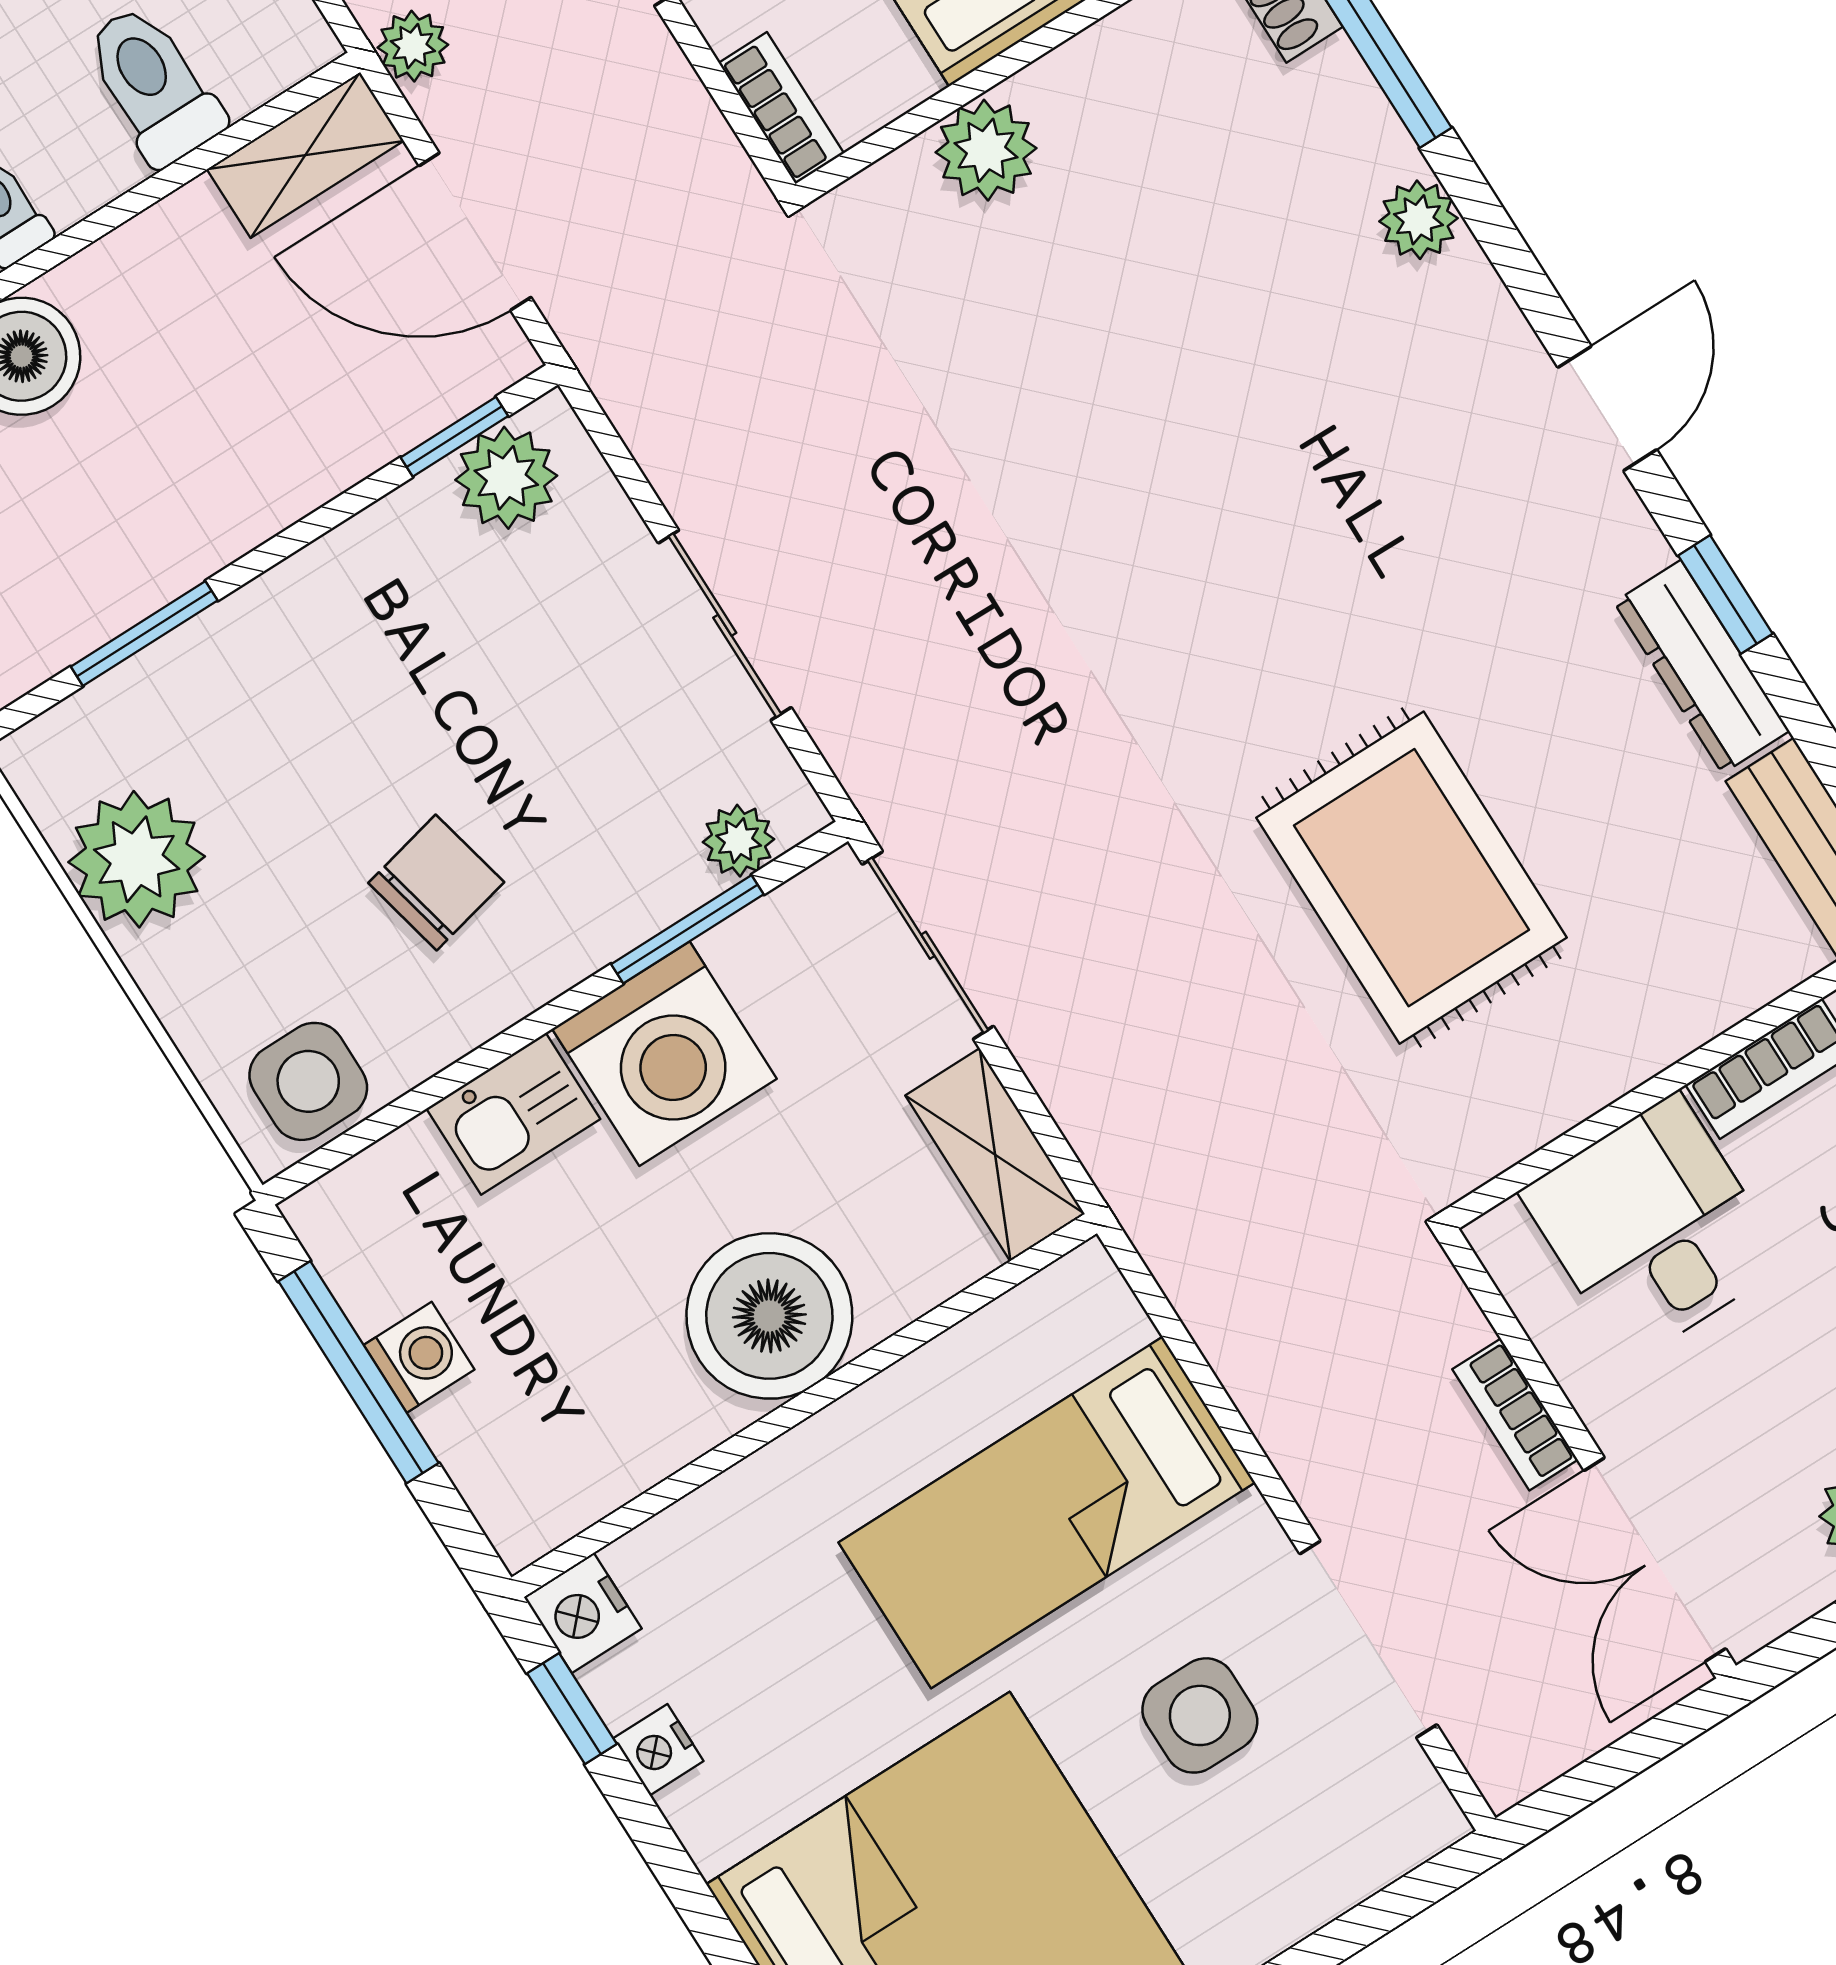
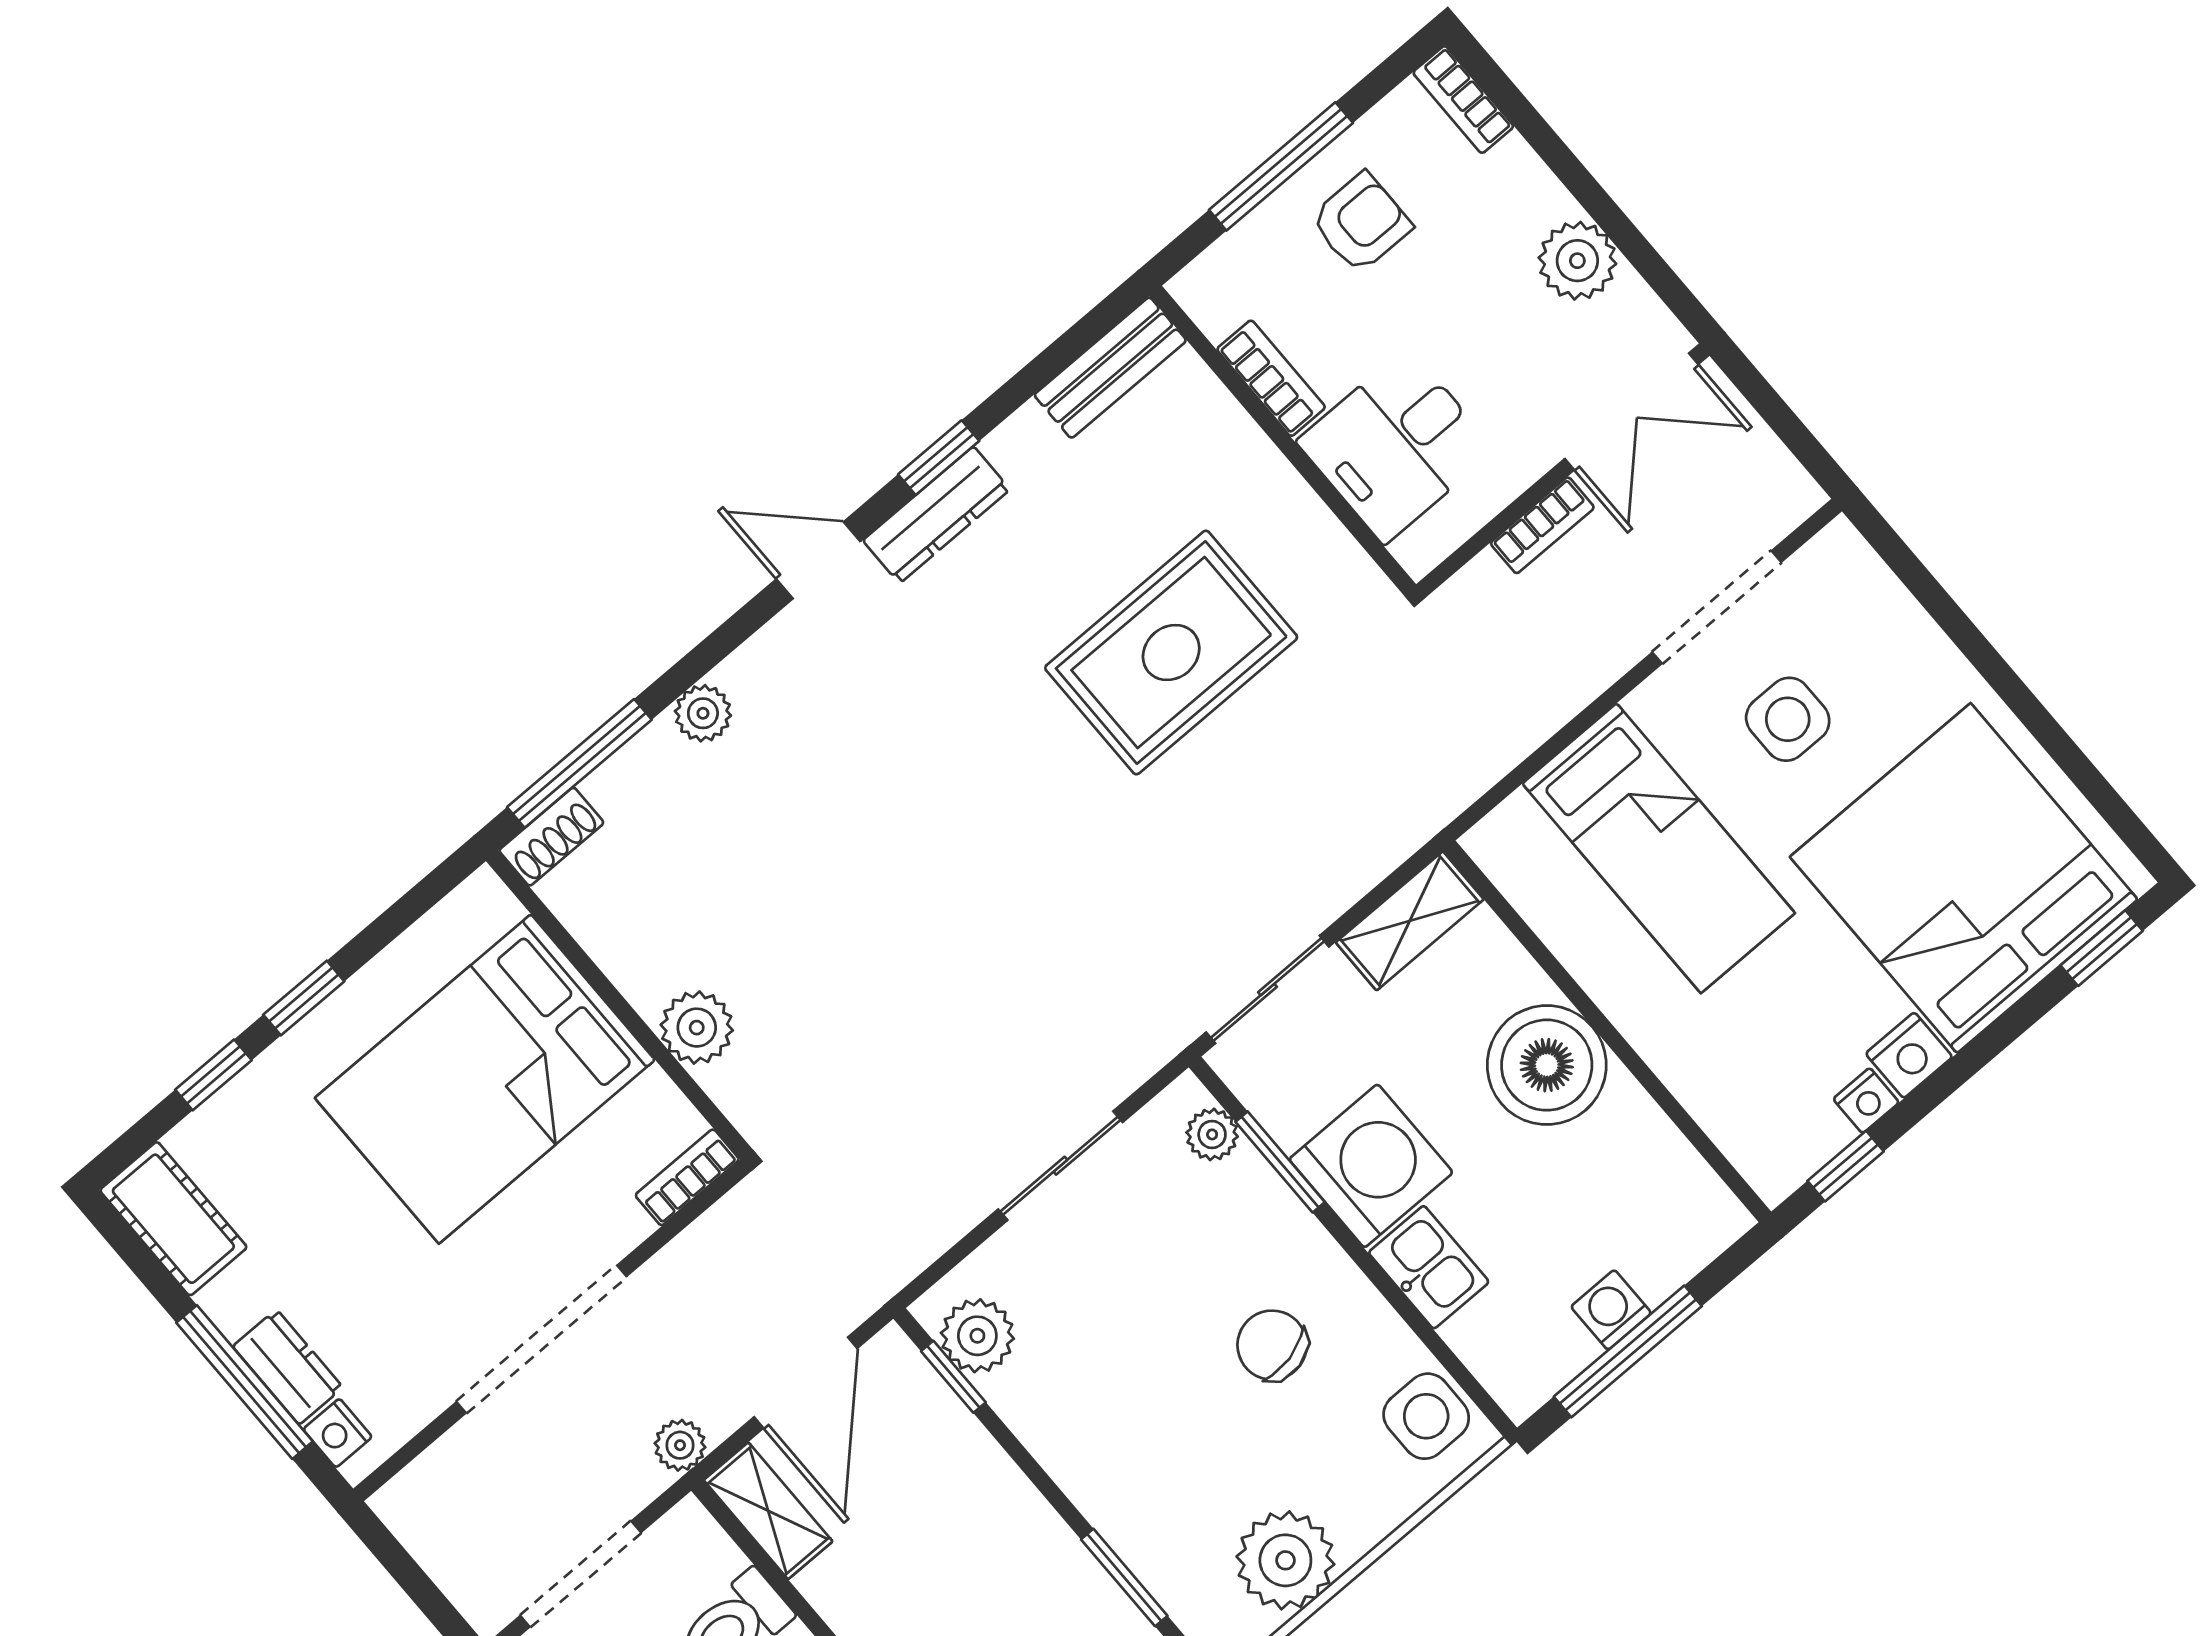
dresser: (1702, 667) -> (936, 515), moved
nightstand: (583, 1613) -> (1909, 1055), moved

